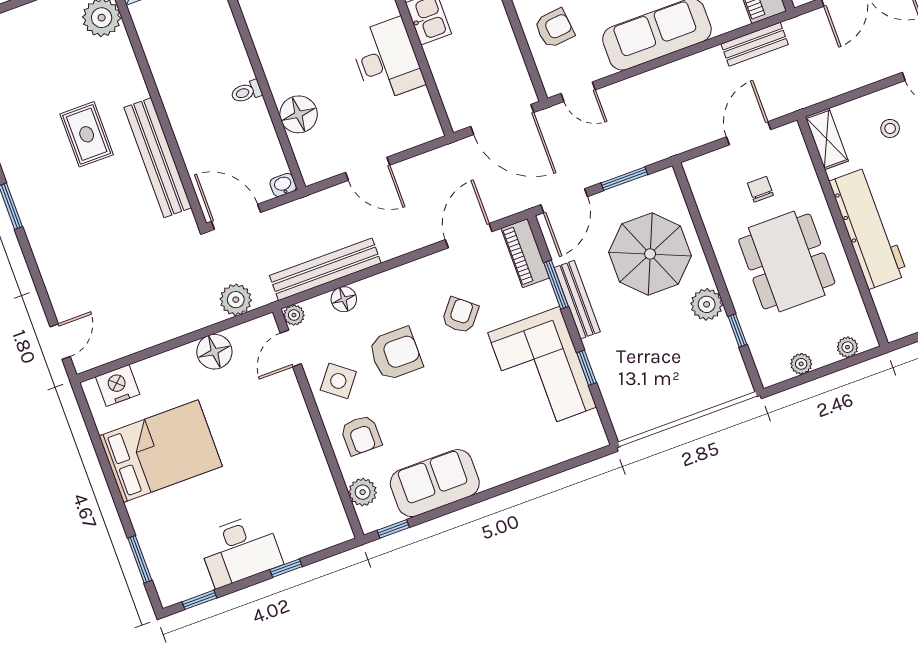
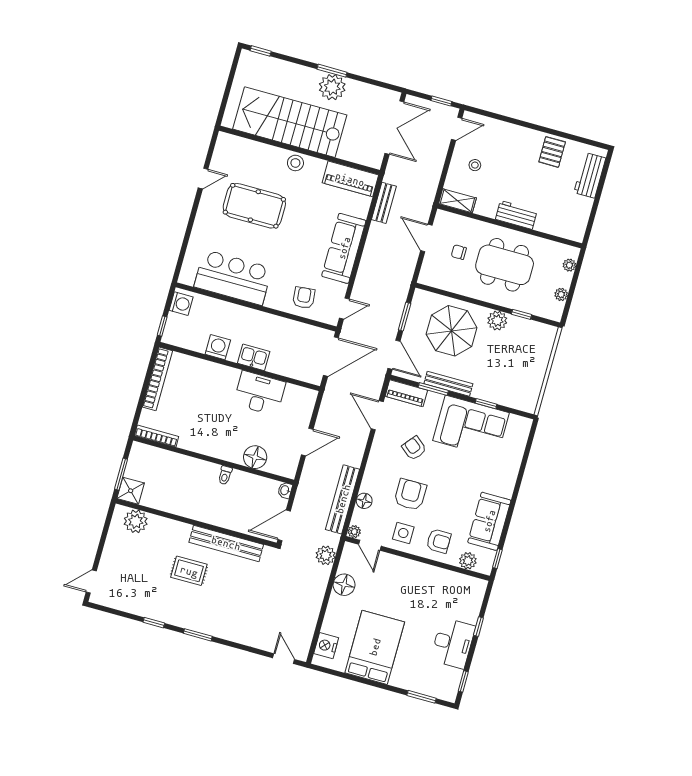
workbench: (868, 228) -> (516, 215), width x0.53, depth x0.76
side table: (338, 381) -> (403, 533), turned -38

